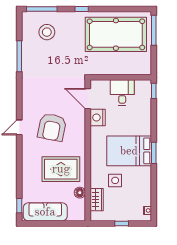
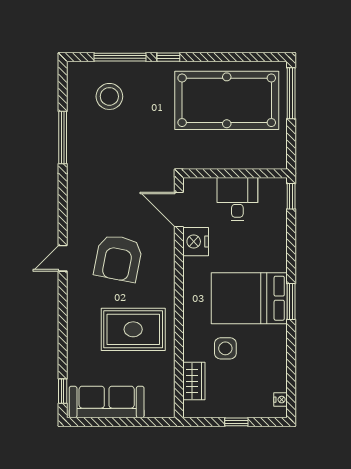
window: (42, 9) -> (120, 57), moved
floor lamp: (80, 193) -> (165, 369), removed

